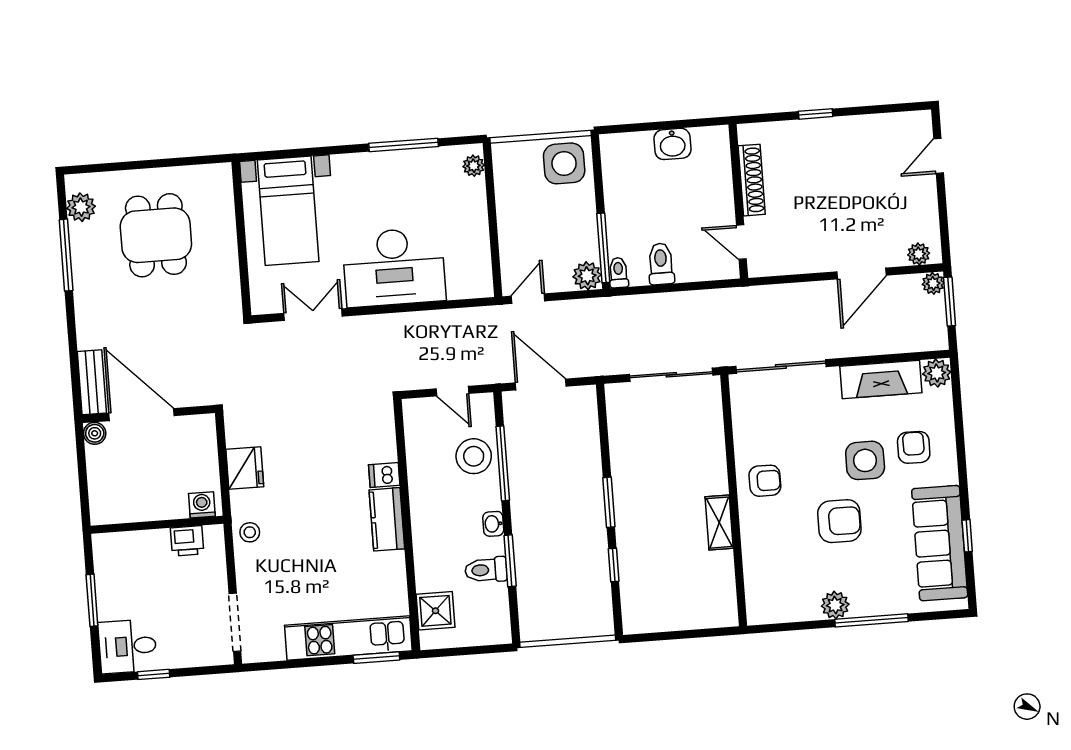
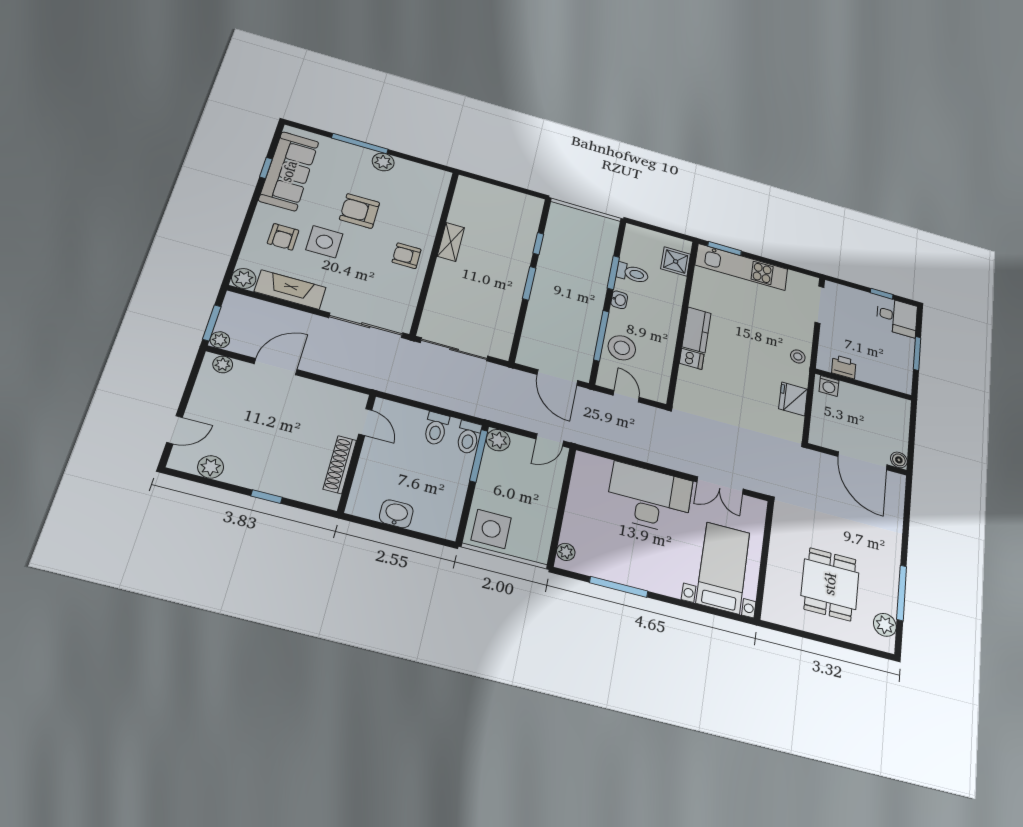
plant: (885, 127) -> (211, 467), added
toilet: (618, 273) -> (468, 437), width x1.37, depth x1.39
bench: (92, 382) -> (896, 495), removed

